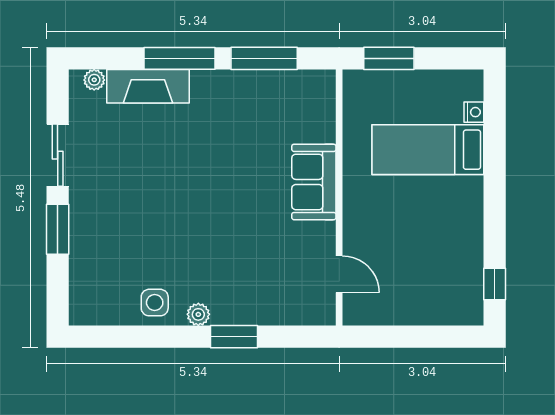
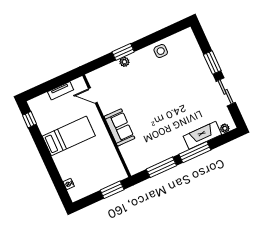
bed: (428, 150) -> (69, 136), moved
plant: (198, 314) -> (124, 62), moved
tv unit: (402, 315) -> (61, 91), added

